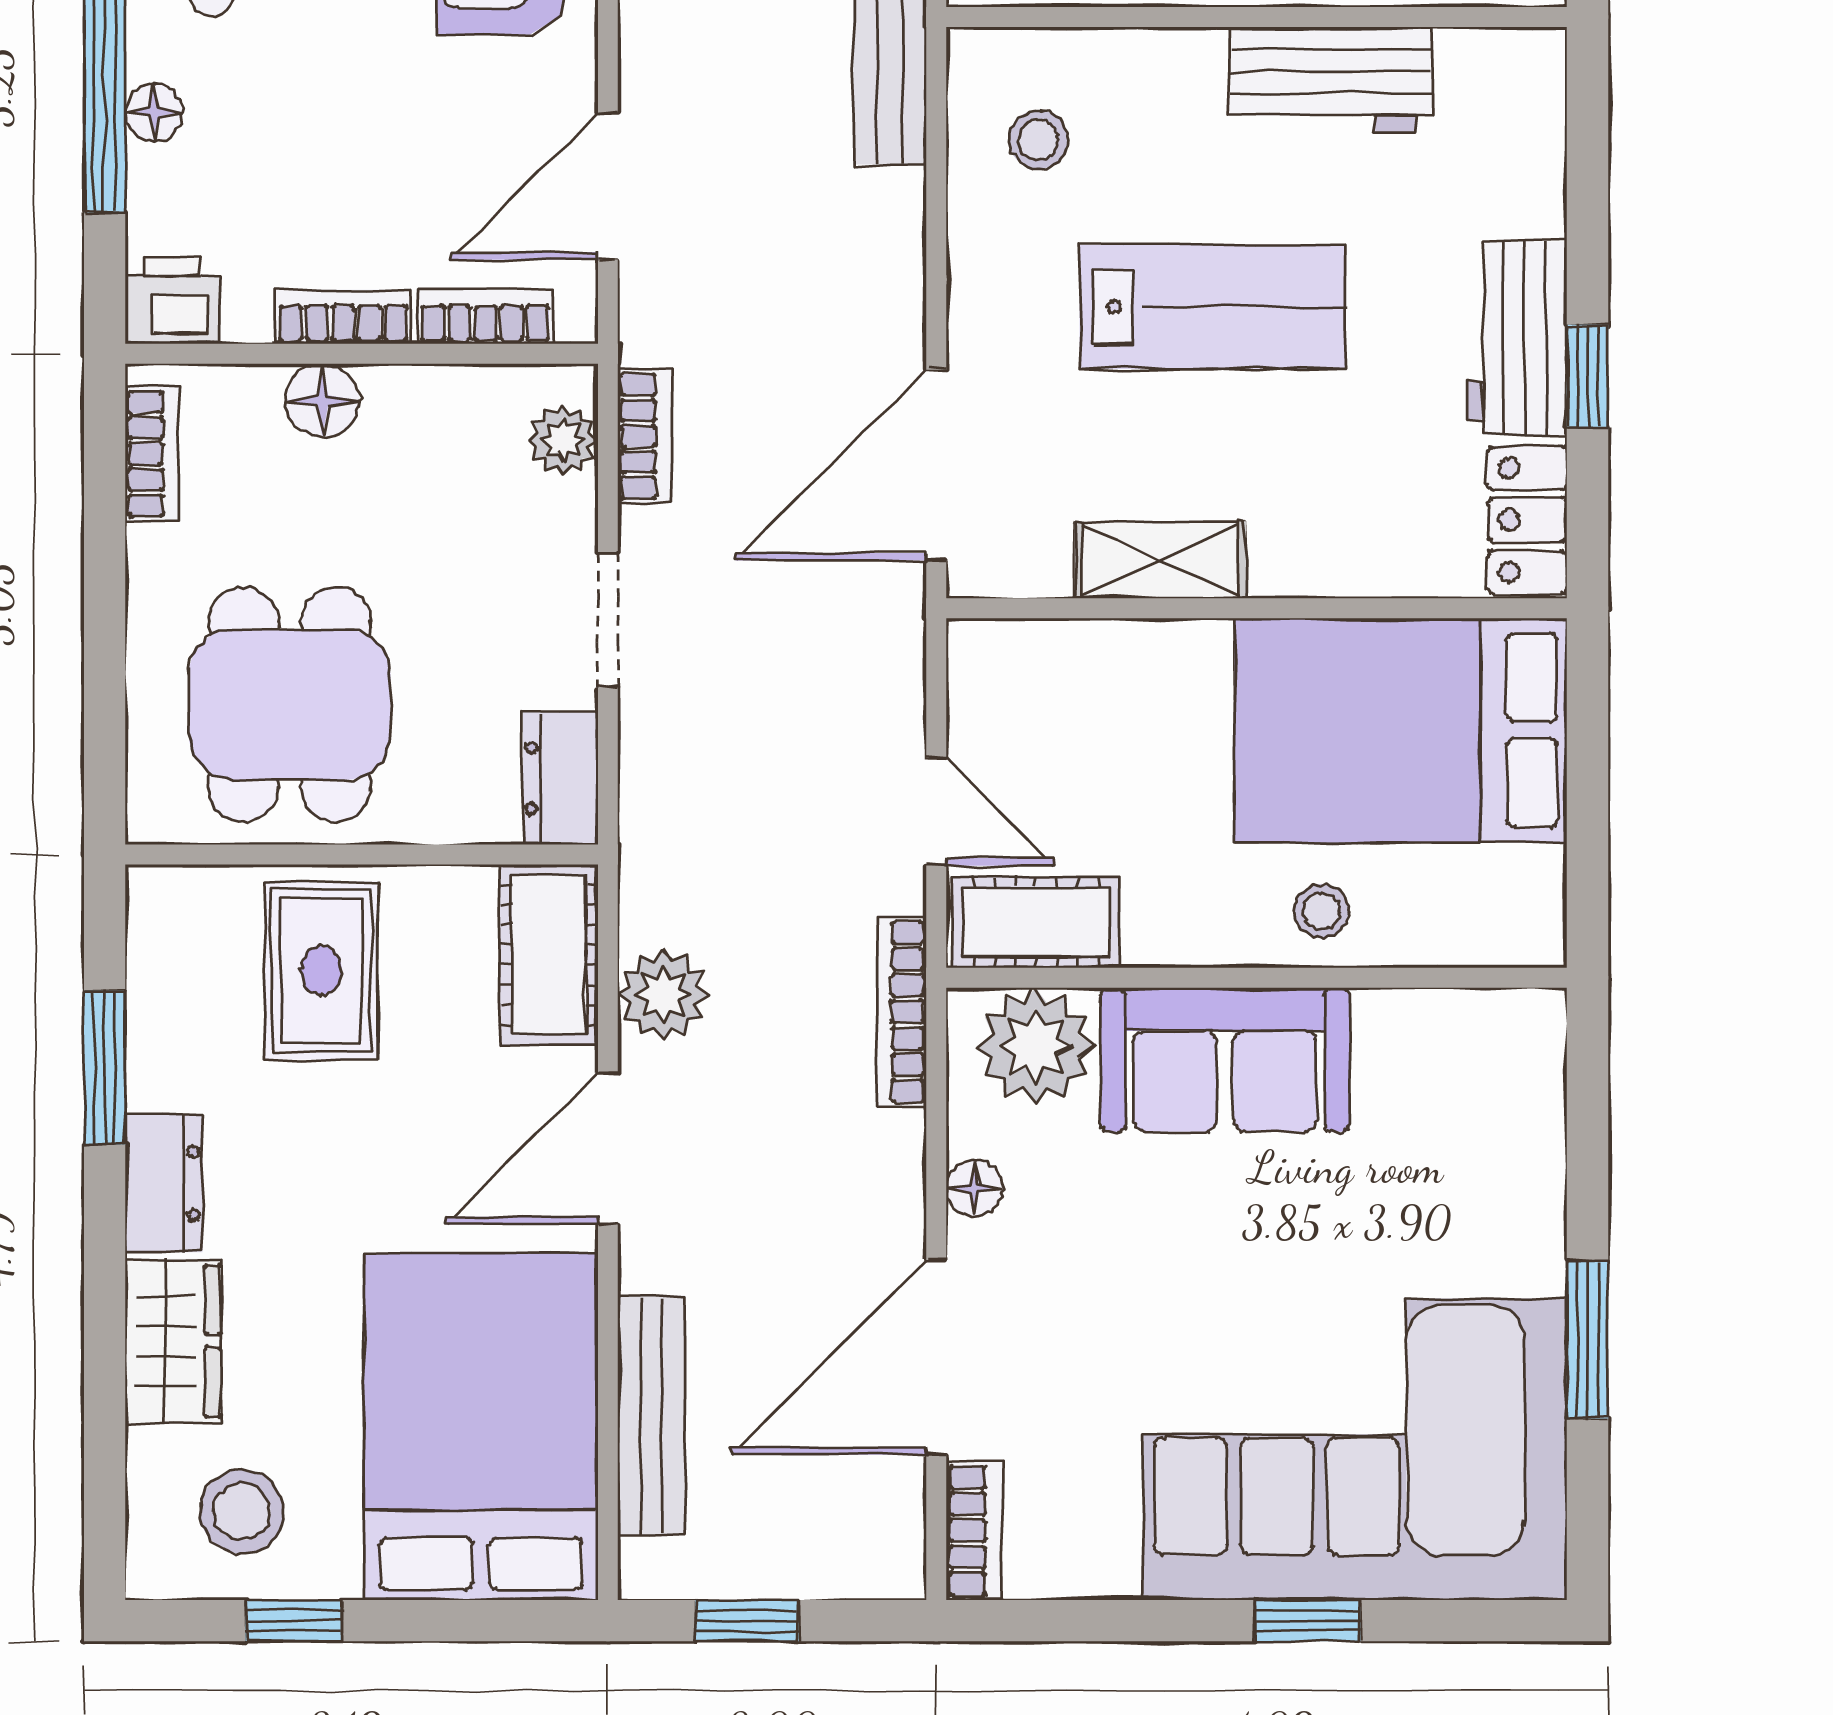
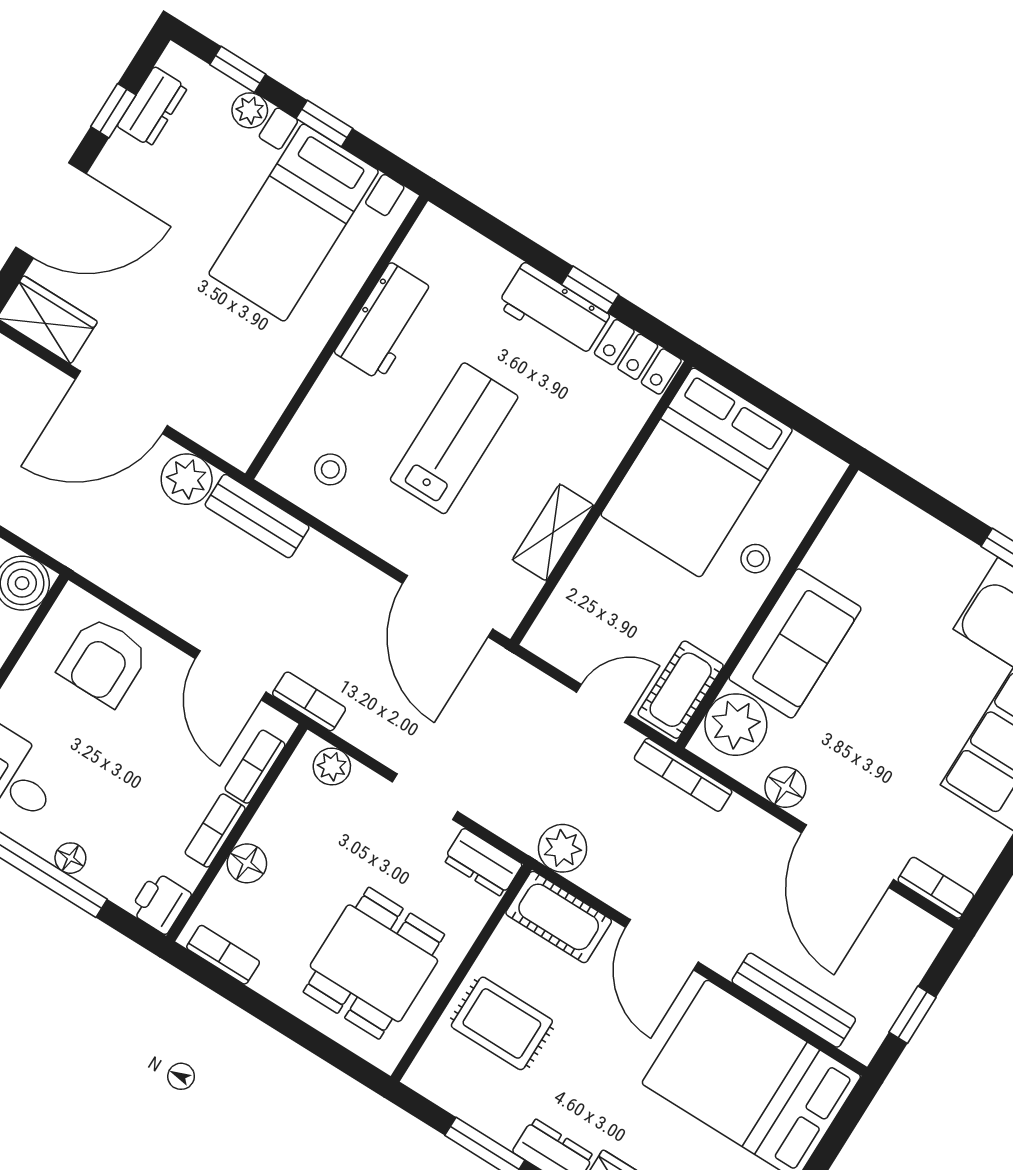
bookcase: (645, 436) -> (309, 701), moved
dining table: (290, 705) -> (374, 963), turned 90
plant: (663, 995) -> (563, 848), moved
floor lamp: (974, 1188) -> (785, 787), width x1.37, depth x1.37

